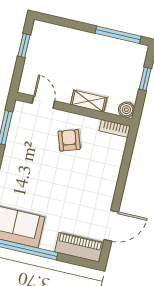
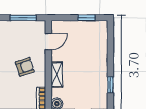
window: (118, 35) -> (110, 85), width x0.46

